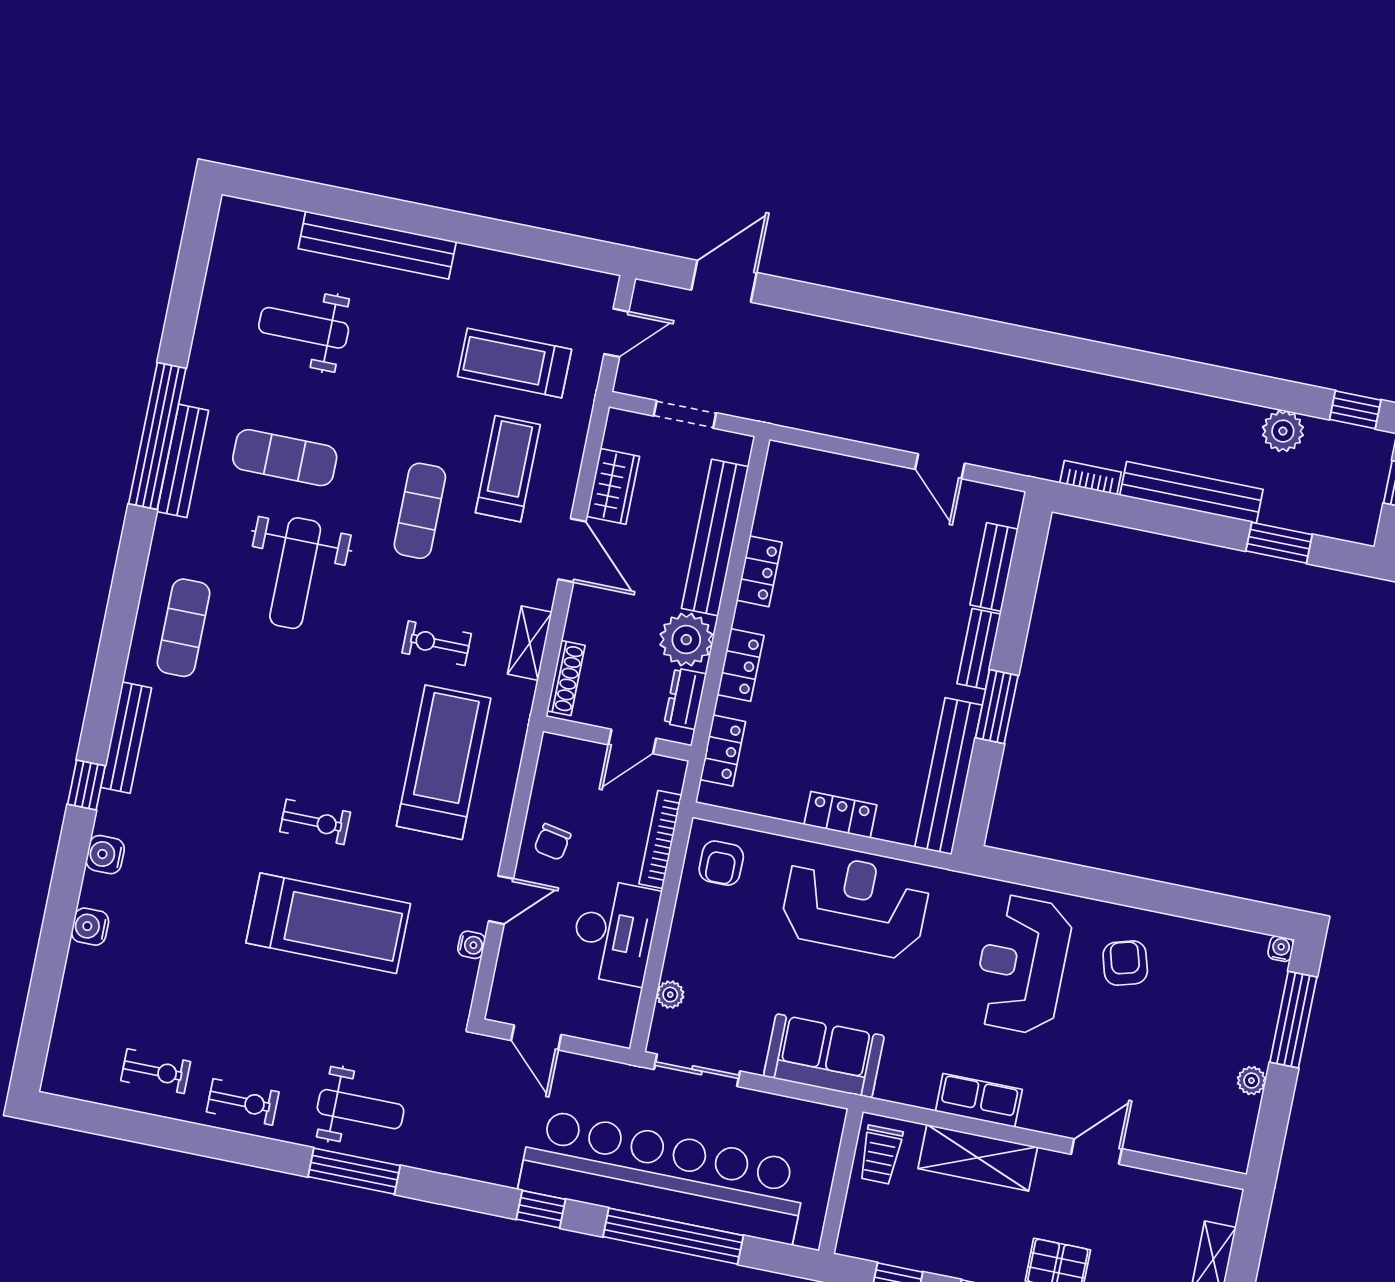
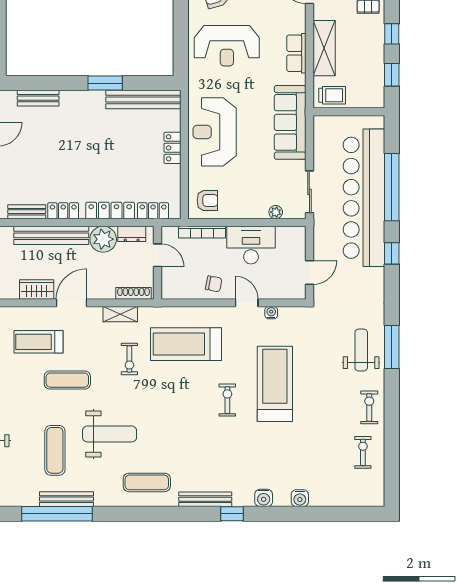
bench: (979, 649) -> (27, 212), moved
locker: (741, 665) -> (110, 211), width x1.53
sofa: (824, 1056) -> (290, 122), width x1.36

